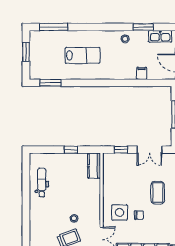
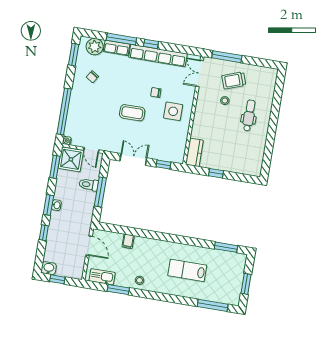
dental chair: (42, 183) -> (249, 115), moved, turned 180
coffee table: (158, 193) -> (132, 113), turned 90
side table: (120, 212) -> (173, 111), moved

